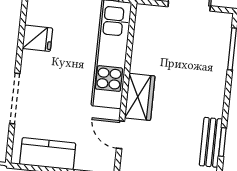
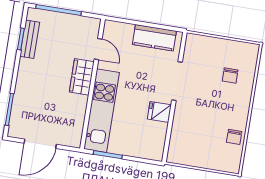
fridge: (37, 38) -> (159, 112), moved

